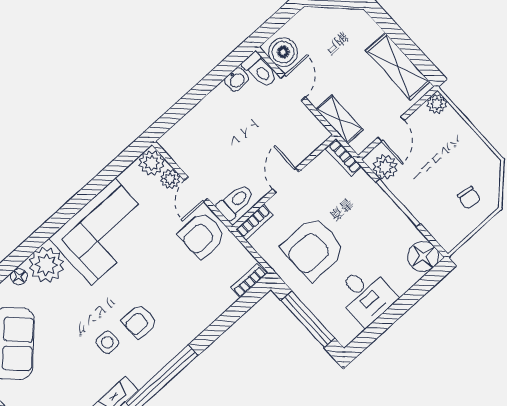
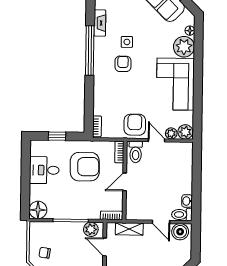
door: (286, 180) -> (125, 182), swing flipped
armchair: (314, 249) -> (85, 167), turned 89
window: (308, 319) -> (57, 136), width x0.46

